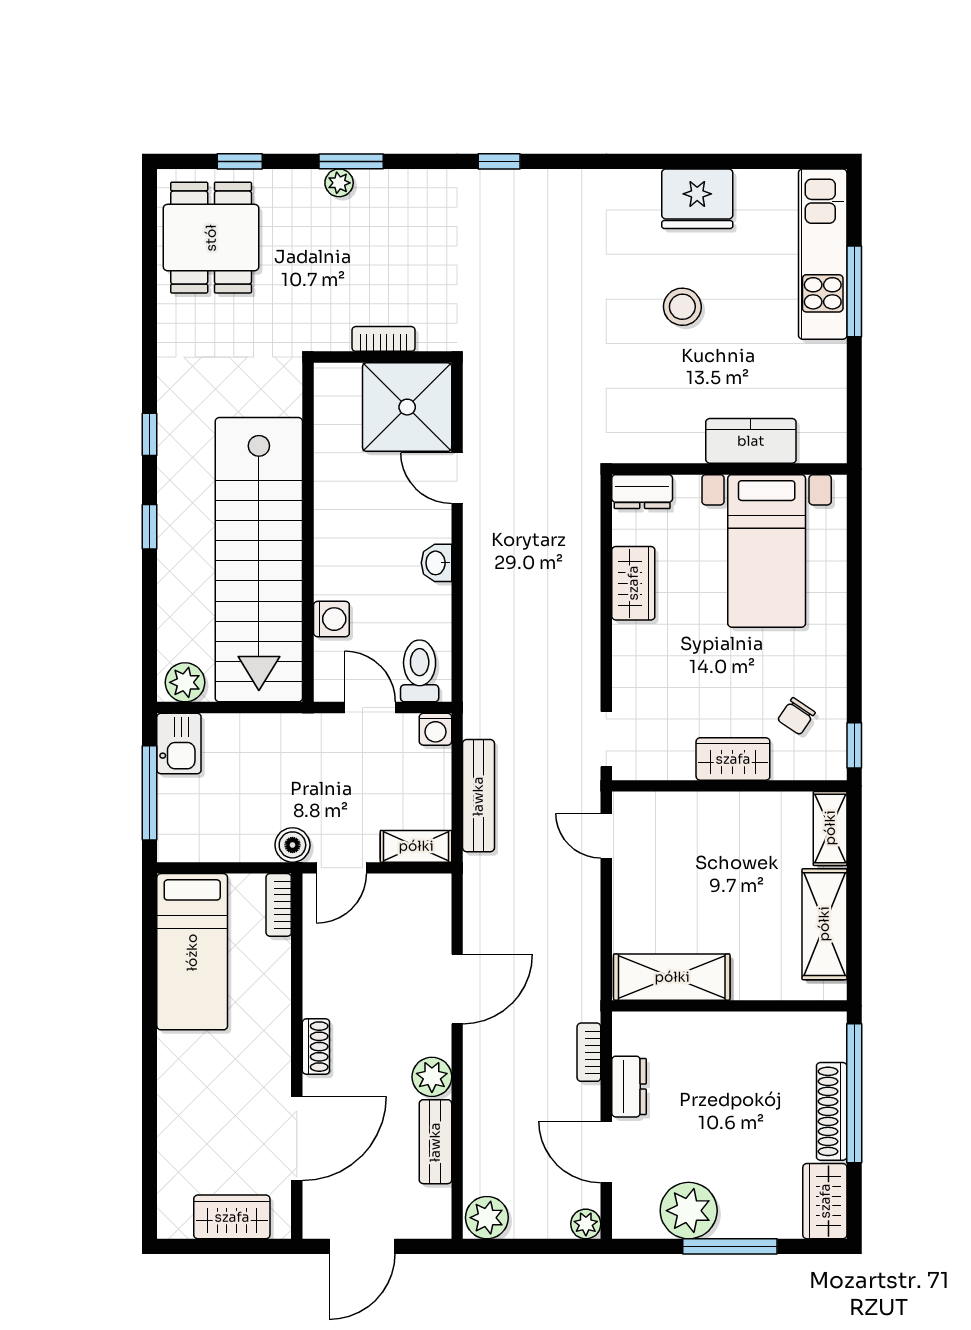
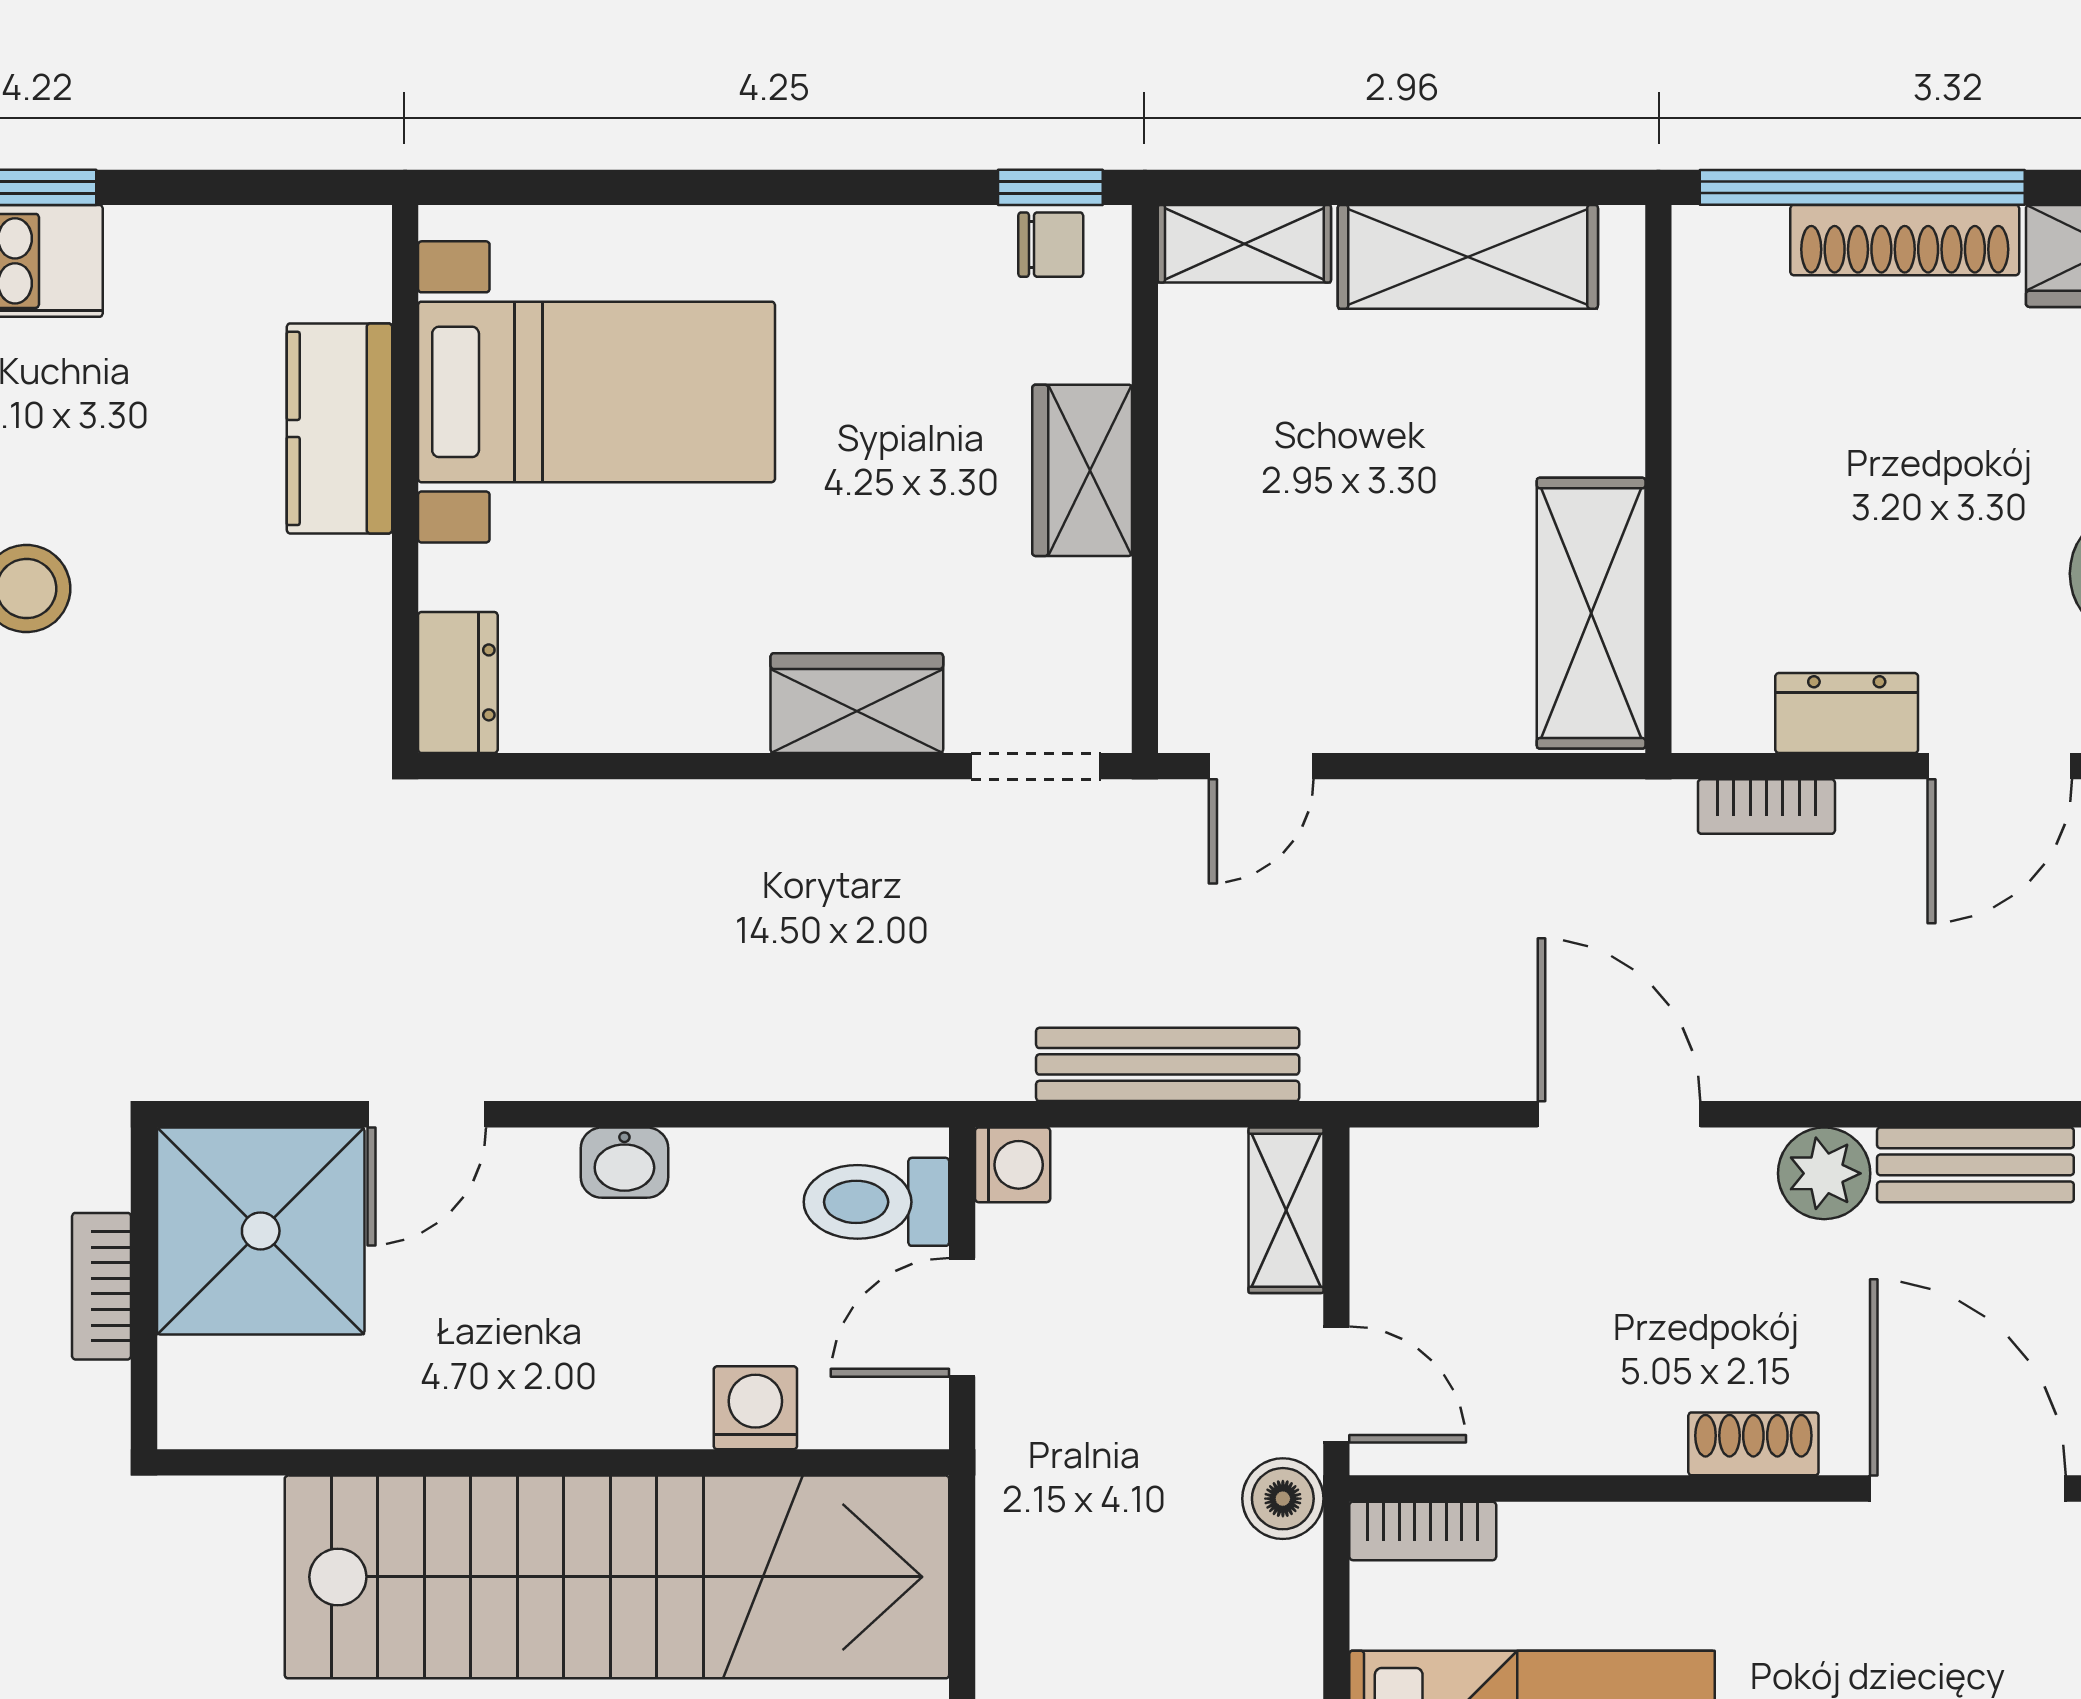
wardrobe: (633, 583) -> (857, 703), moved
chair: (796, 716) -> (1051, 245), moved, turned -34

